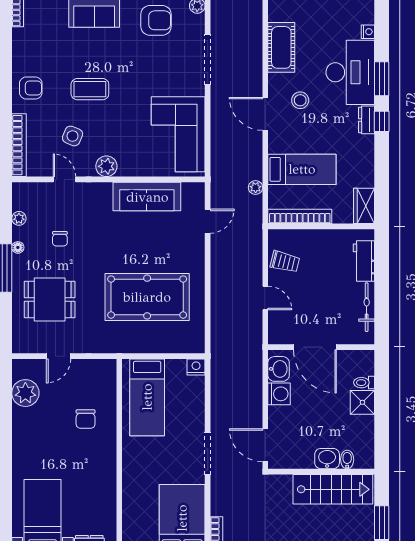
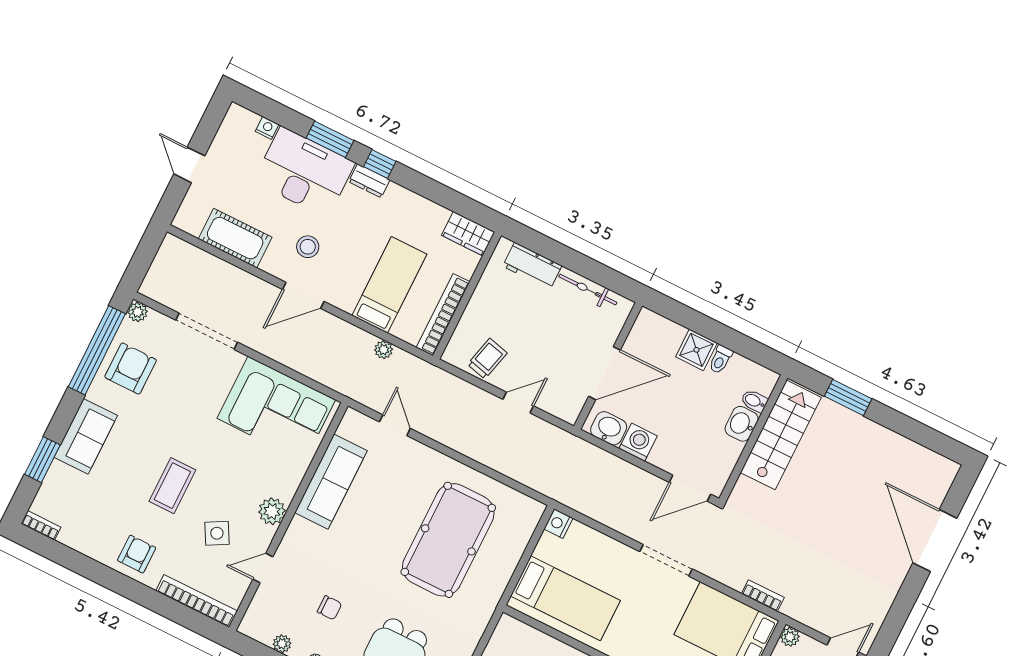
side table: (73, 136) -> (217, 533), turned 38
toilet: (364, 383) -> (720, 359), moved

